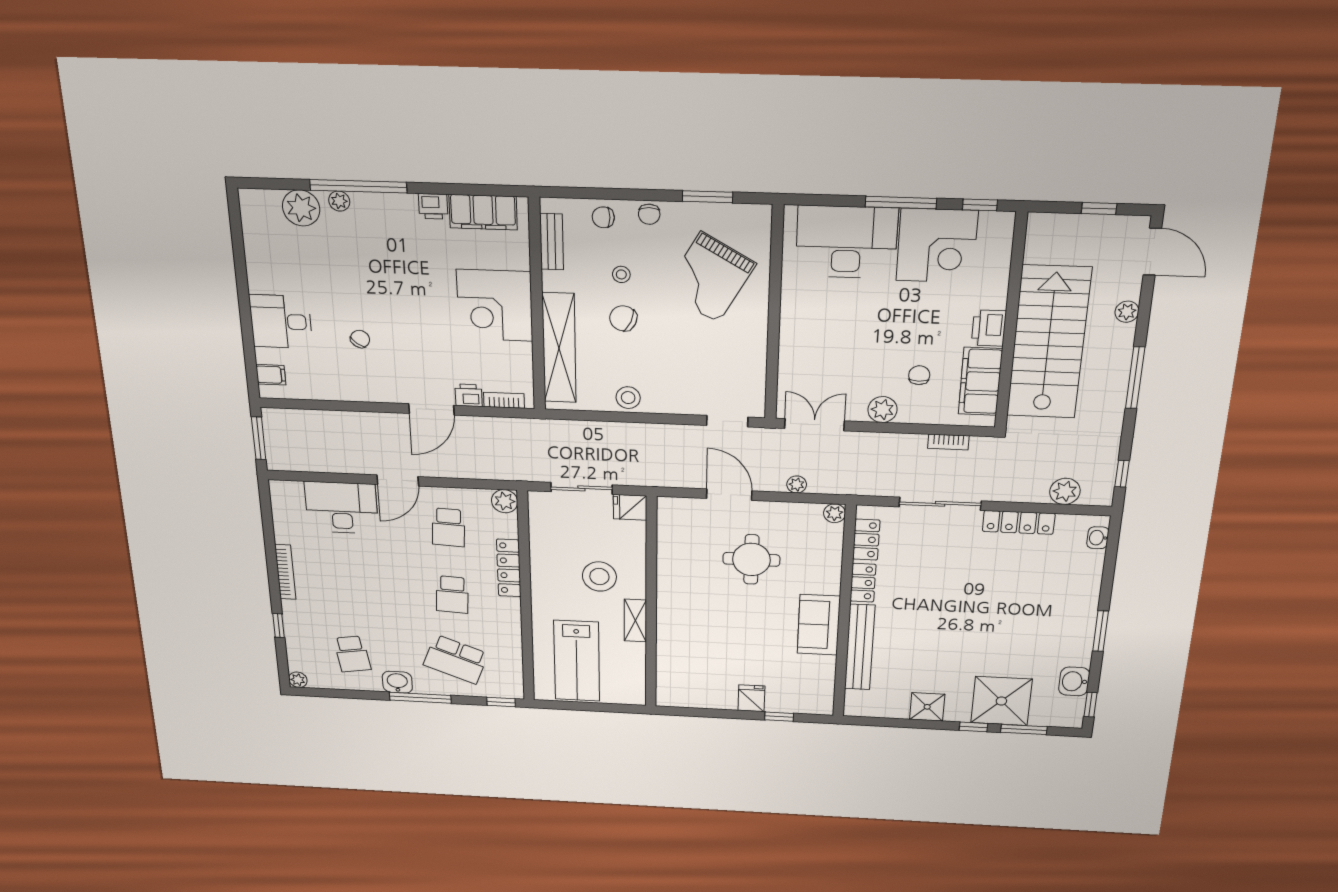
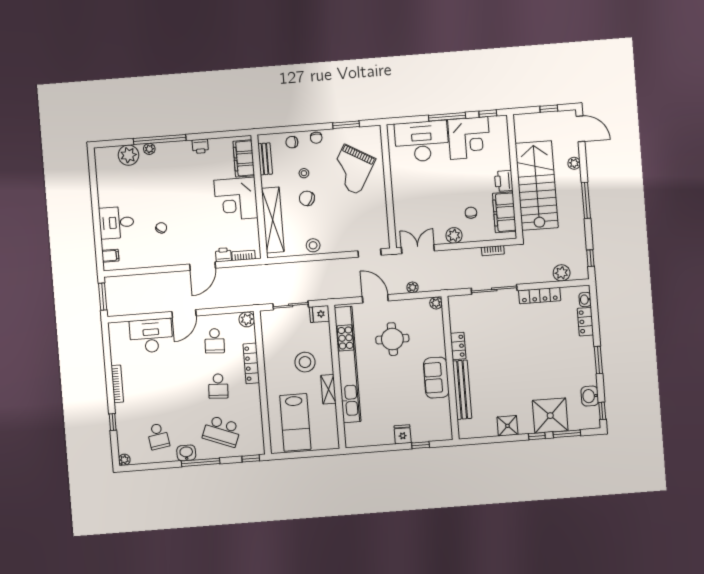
filing cabinet: (483, 212) -> (244, 158), moved, turned 90
locker: (866, 540) -> (585, 322), moved, turned 180
kitchen unit: (671, 588) -> (348, 365), added

